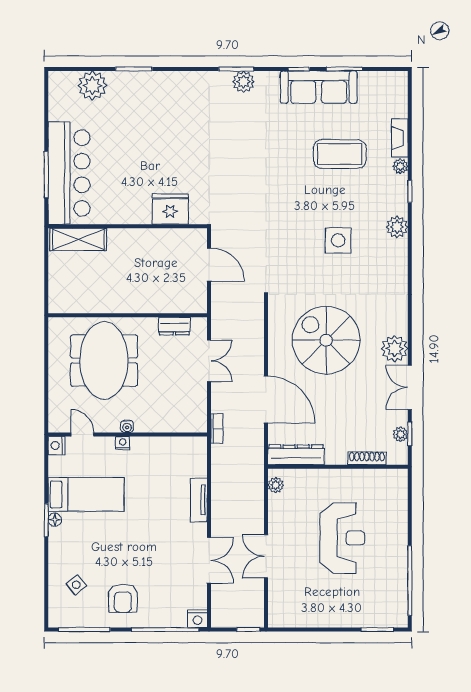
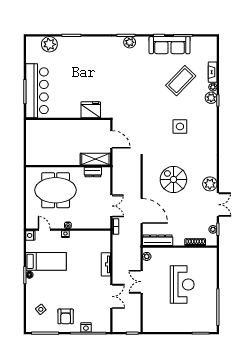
coffee table: (340, 154) -> (181, 81), turned -46
plant: (397, 227) -> (211, 98), moved
shelving: (78, 239) -> (95, 159), moved
spiral stairs: (326, 340) -> (173, 180), width x0.73, depth x0.73
meeting table: (104, 360) -> (56, 190), turned 90
double door: (209, 361) -> (111, 206), moved
double door: (410, 387) -> (218, 205), swing flipped
double door: (266, 556) -> (142, 282), moved
nightstand: (197, 619) -> (86, 327), moved

